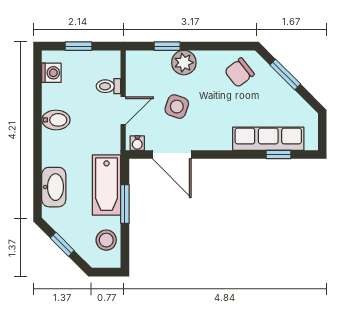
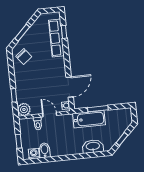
plant: (184, 63) -> (24, 109), moved
side table: (177, 107) -> (45, 87), removed
bidet: (56, 120) -> (45, 150), moved
stool: (106, 240) -> (118, 116), removed

